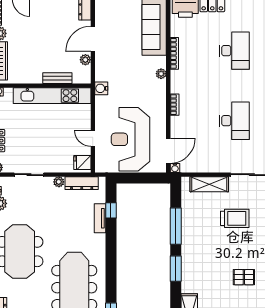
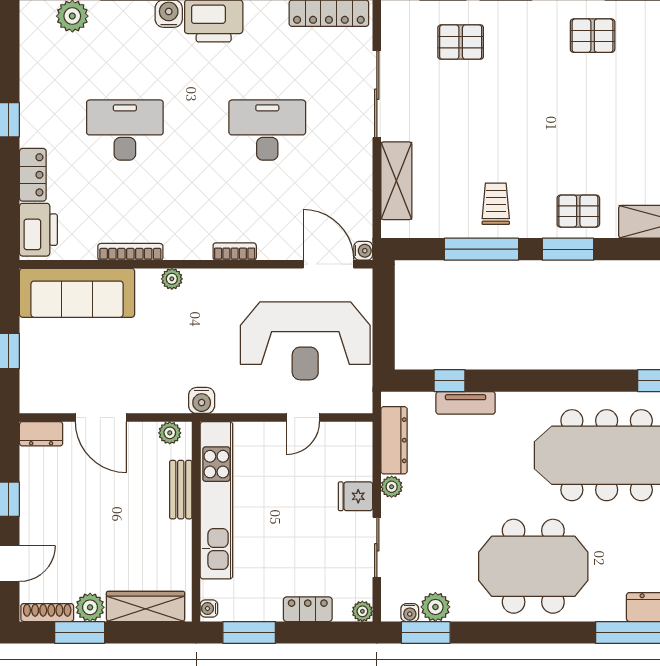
plant: (85, 60) -> (170, 433), moved
fridge: (82, 163) -> (355, 496), moved, turned 90
trolley: (235, 218) -> (496, 204), moved, width x0.73, depth x0.72
pallet: (244, 277) -> (578, 211), moved, turned 90

